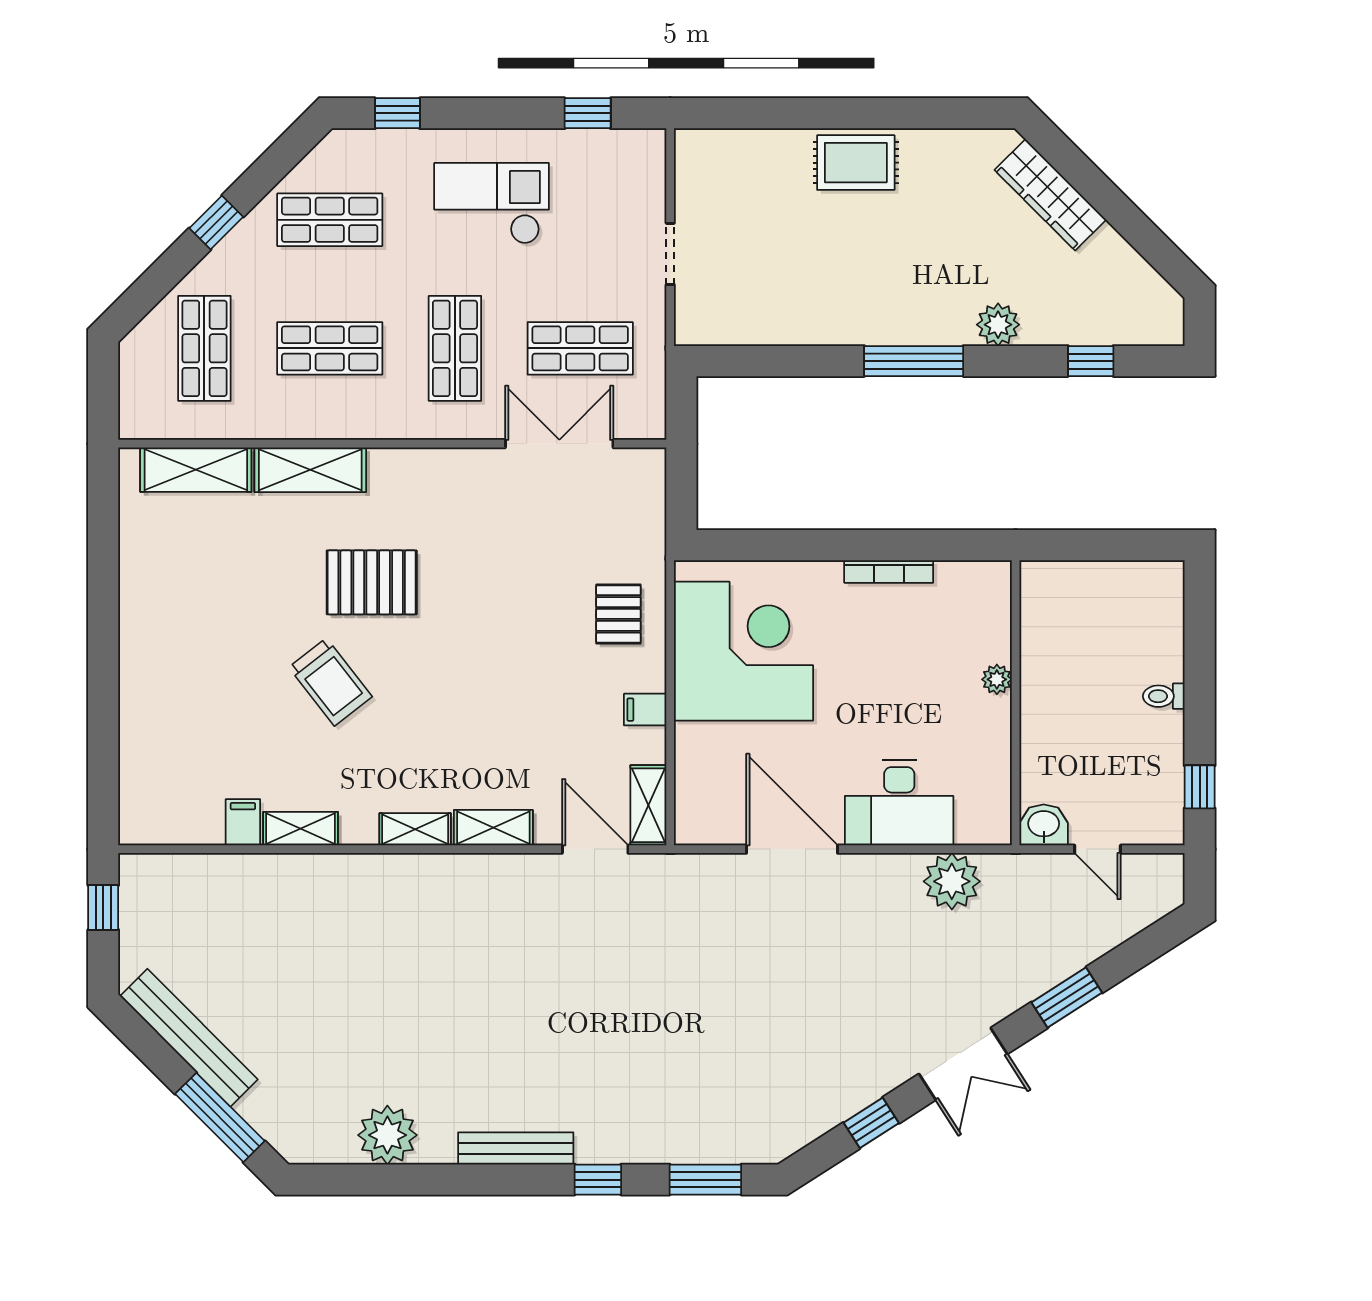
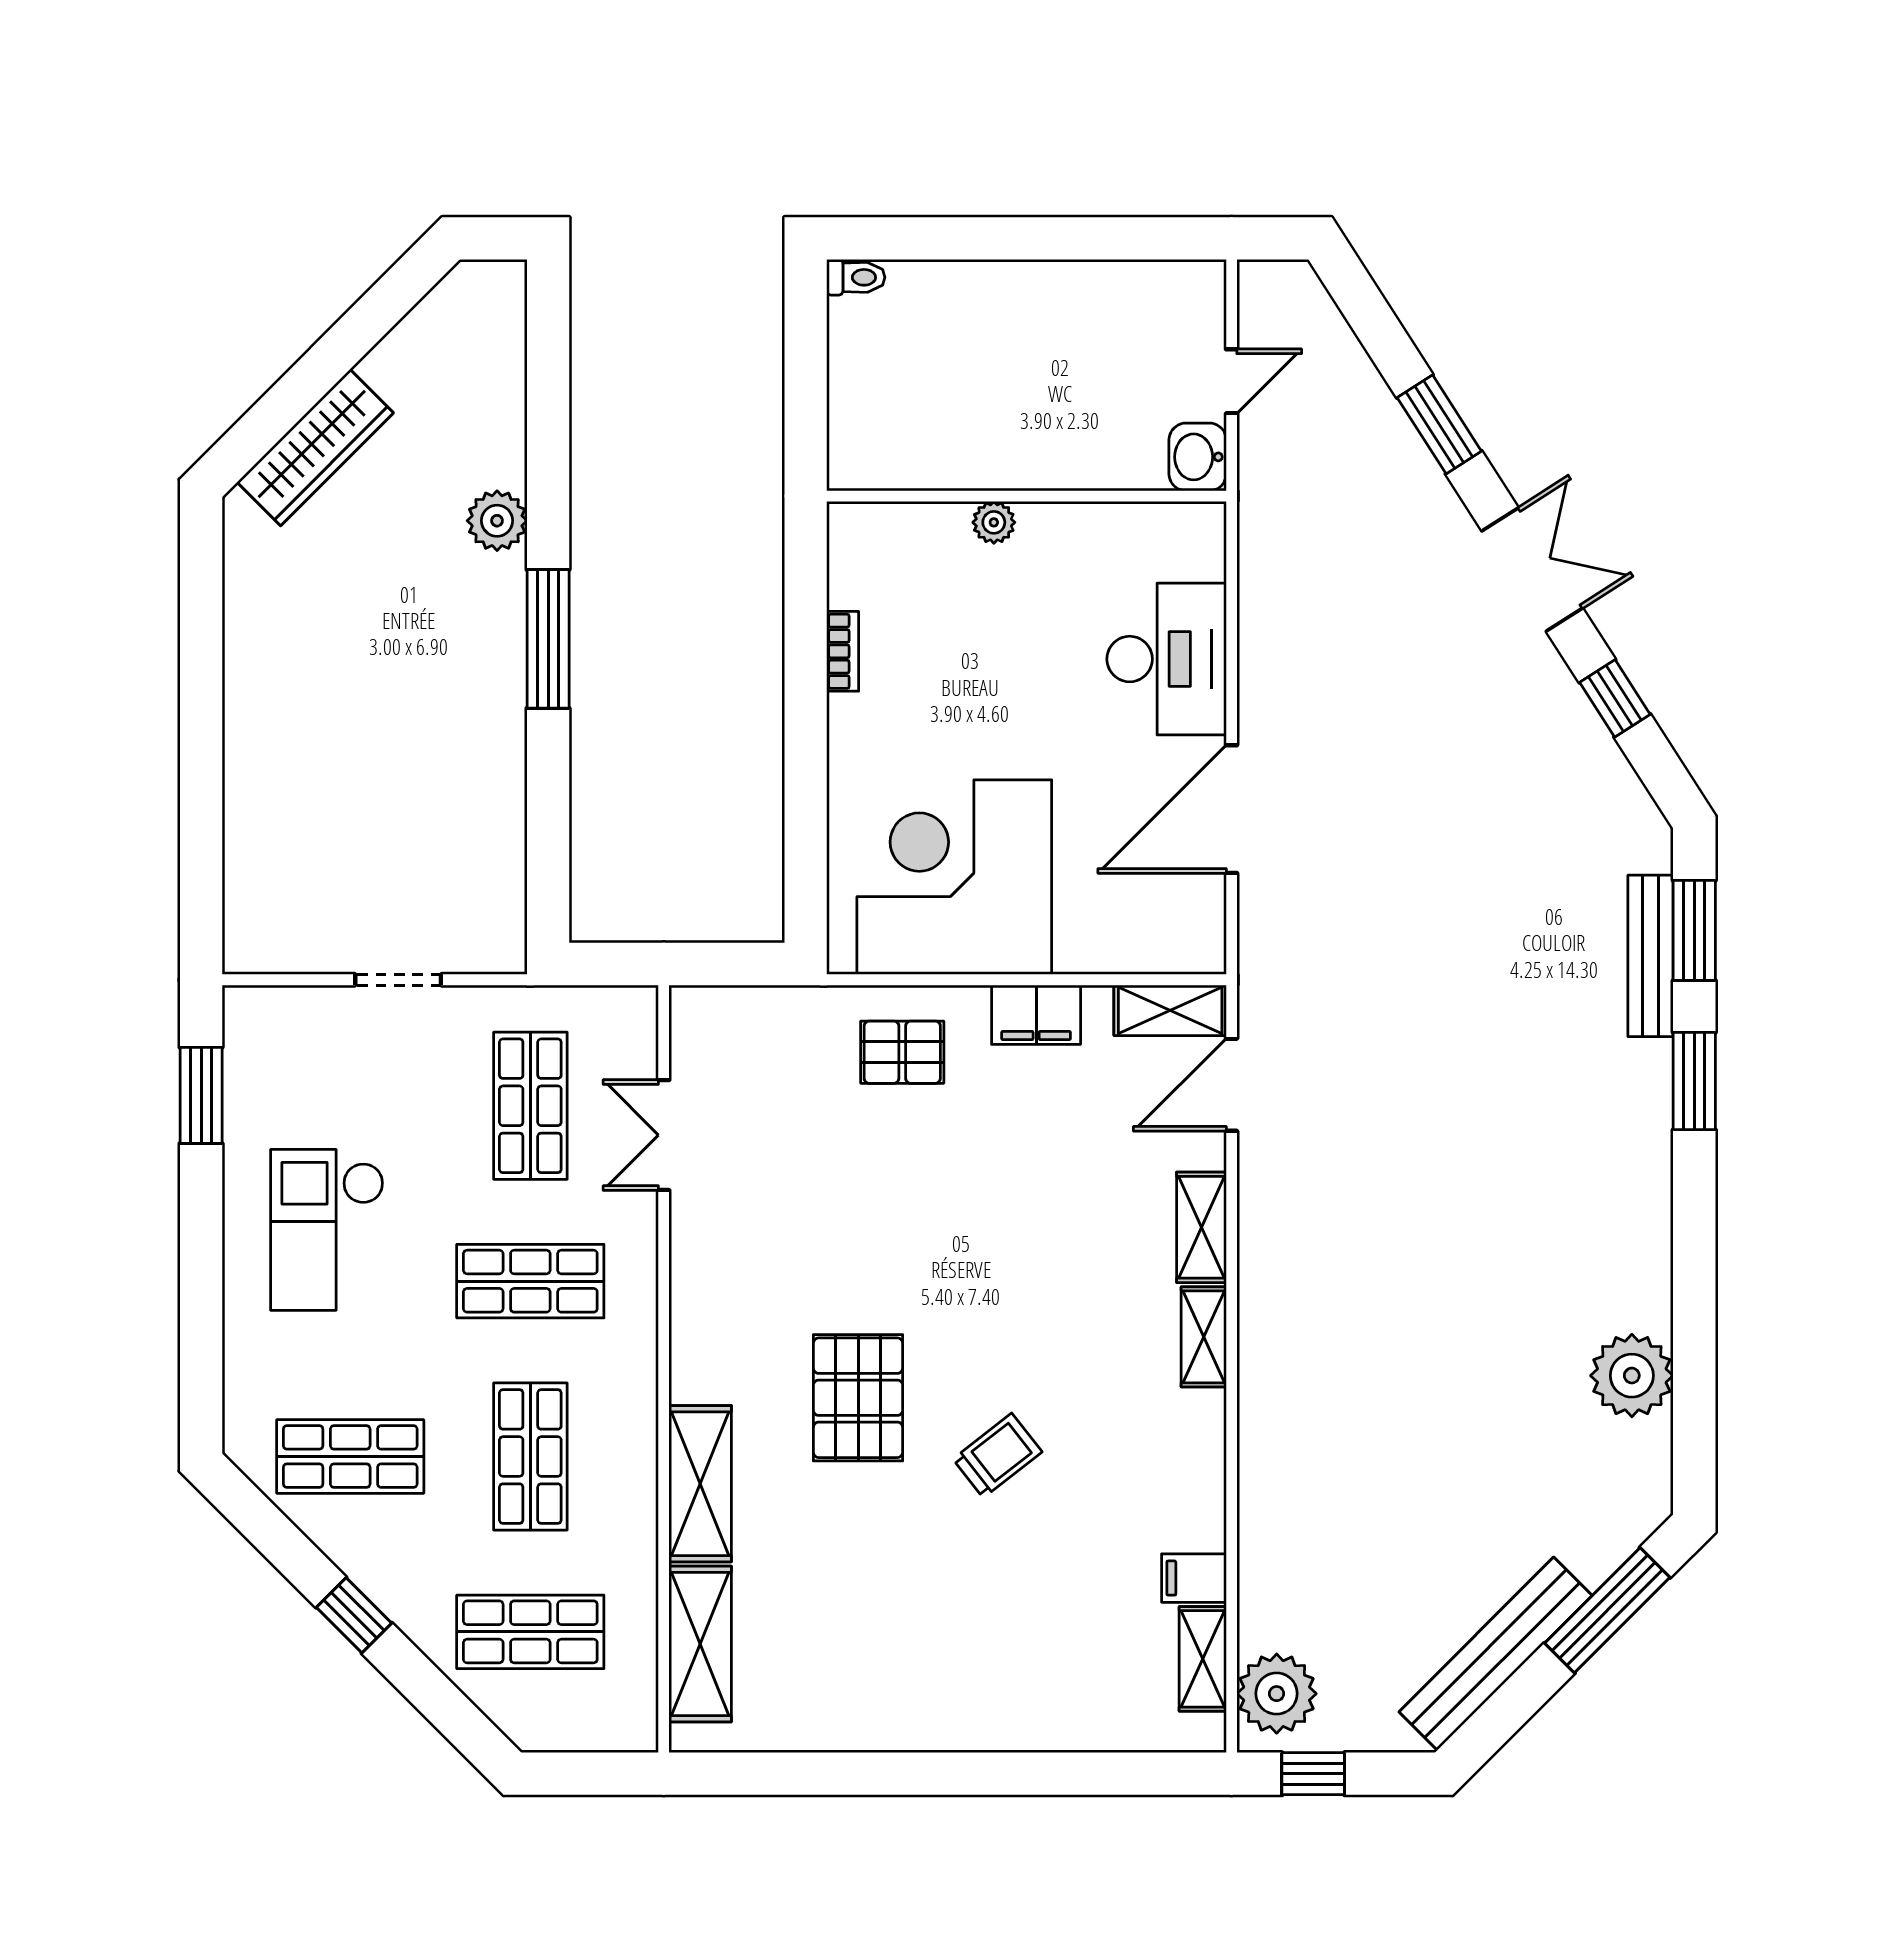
window: (397, 113) -> (201, 1362), removed
window: (588, 113) -> (201, 1095), width x1.50
rug: (856, 163) -> (270, 720), removed
shop shelf: (330, 220) -> (350, 1457), turned 90
window: (1091, 361) -> (548, 391), removed
double door: (559, 444) -> (664, 1135), width x0.73
bookcase: (889, 571) -> (843, 651), width x0.64
trolley: (330, 682) -> (997, 1455), width x0.73, depth x0.72
toilet: (1164, 696) -> (856, 277), moved, turned -90
filing cabinet: (645, 710) -> (1036, 1015), width x2.00
window: (1200, 787) -> (1144, 238), removed
shelving: (301, 829) -> (1203, 1659), moved
plant: (952, 881) -> (1277, 1694), moved
bench: (516, 1148) -> (1651, 956), moved
window: (598, 1180) -> (1694, 1081), width x1.50

